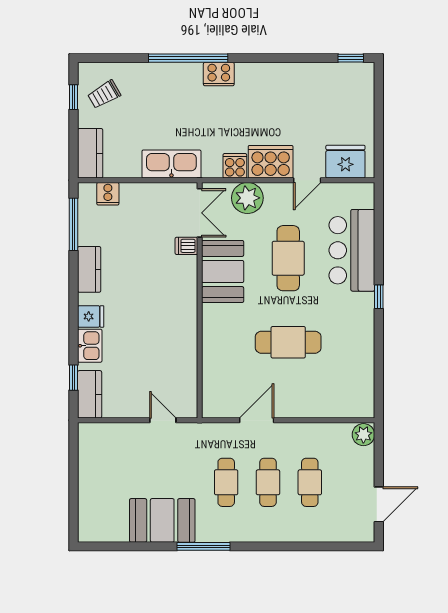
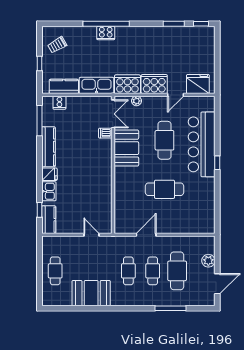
window: (304, 58) -> (174, 24), added
cooker: (219, 74) -> (106, 33), moved
window: (74, 97) -> (39, 63), moved
kitchen counter: (90, 153) -> (64, 86), moved, turned -90
cooker: (235, 166) -> (127, 84), width x1.87, depth x1.31
plant: (247, 198) -> (136, 101), width x0.53, depth x0.53
bar counter: (352, 250) -> (202, 144), width x1.36
kitchen counter: (89, 269) -> (49, 147), width x1.50
plant: (363, 435) -> (208, 261), moved
cafe table: (101, 482) -> (55, 271), added
cafe table: (310, 482) -> (177, 271), width x1.37, depth x1.35
window: (204, 546) -> (171, 308), moved

